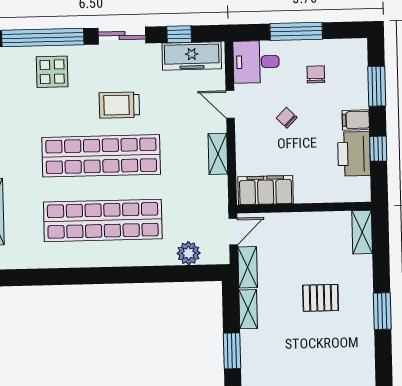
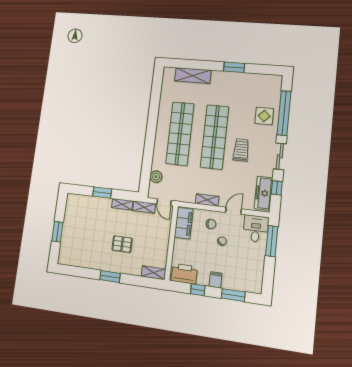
window: (296, 31) -> (272, 241), moved
chair: (316, 74) -> (211, 224), moved
printer: (354, 154) -> (184, 274), moved
pallet: (321, 298) -> (122, 244), turned 90

